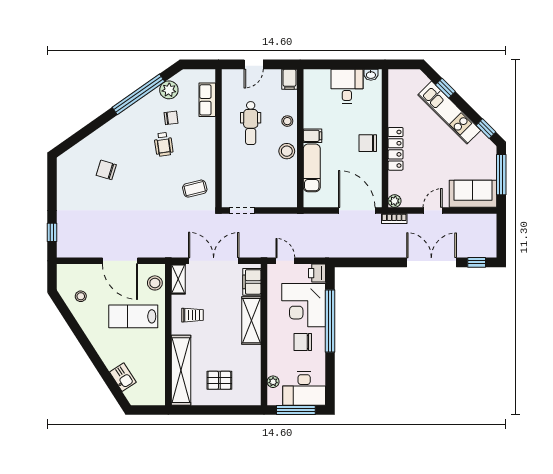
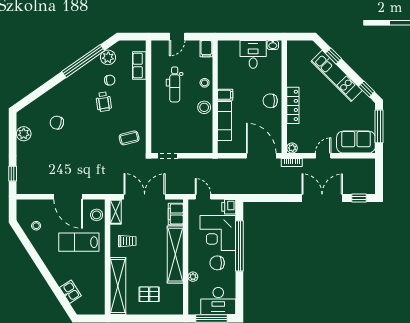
plant: (66, 184) -> (24, 134), added
shelving: (251, 321) -> (175, 255), width x1.47
plant: (273, 382) -> (193, 277), moved

